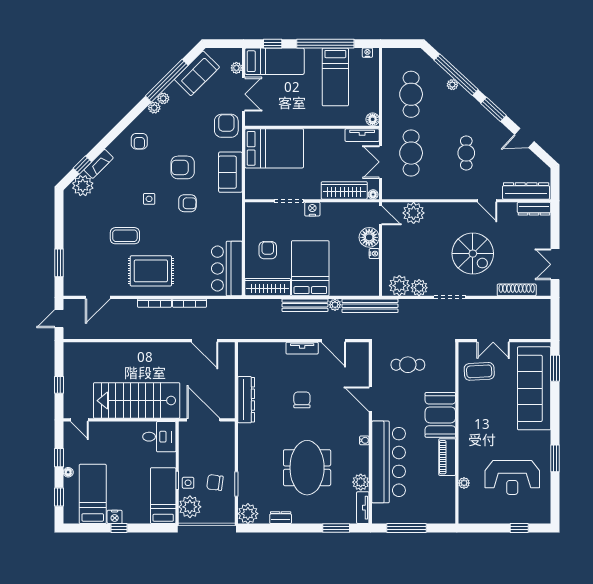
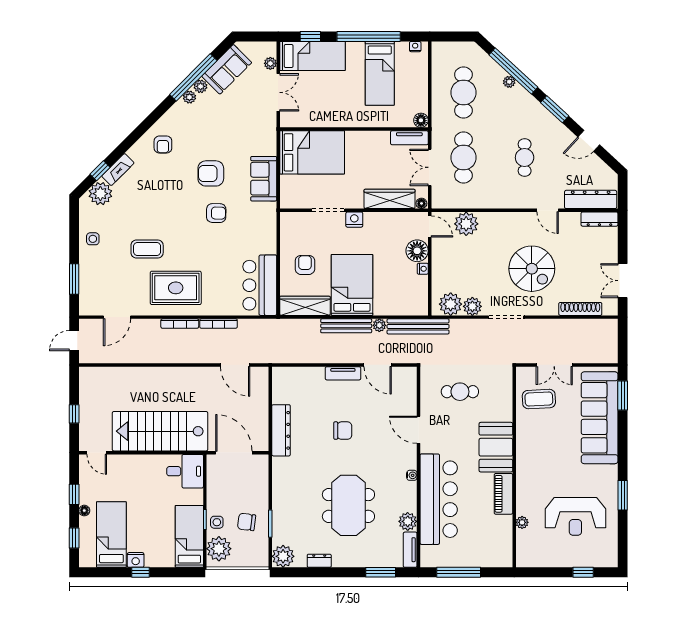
plant: (154, 108) -> (201, 86), moved
armchair: (226, 126) -> (259, 127), removed
side table: (149, 199) -> (93, 239), moved
chair: (302, 400) -> (343, 431), turned 90

